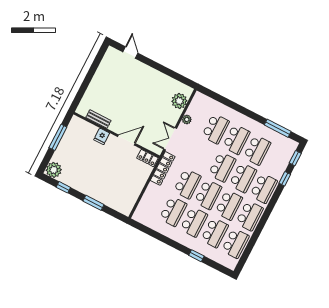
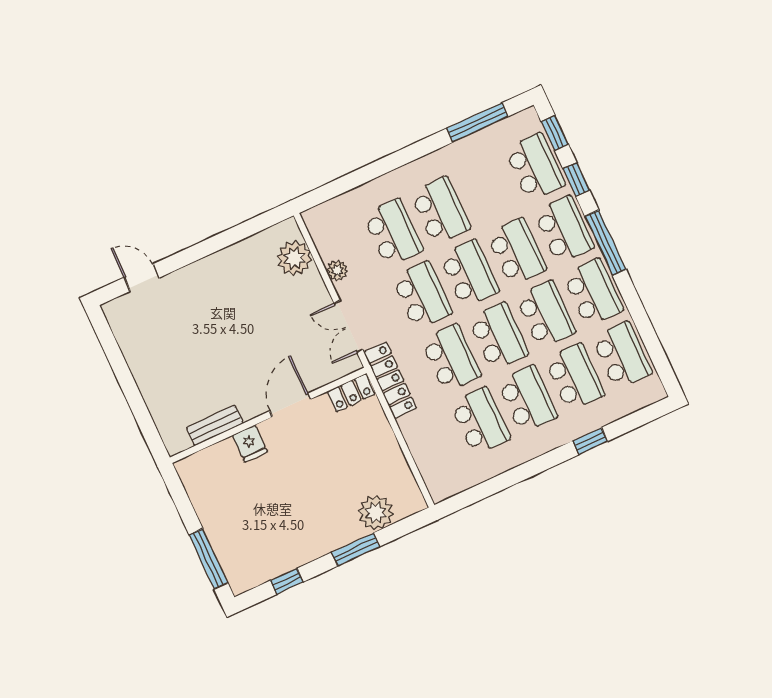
window: (58, 137) -> (208, 559), moved
school desk: (257, 150) -> (535, 167), moved
school desk: (201, 156) -> (422, 295), added
plant: (54, 170) -> (376, 513), moved
window: (270, 206) -> (606, 243), added

